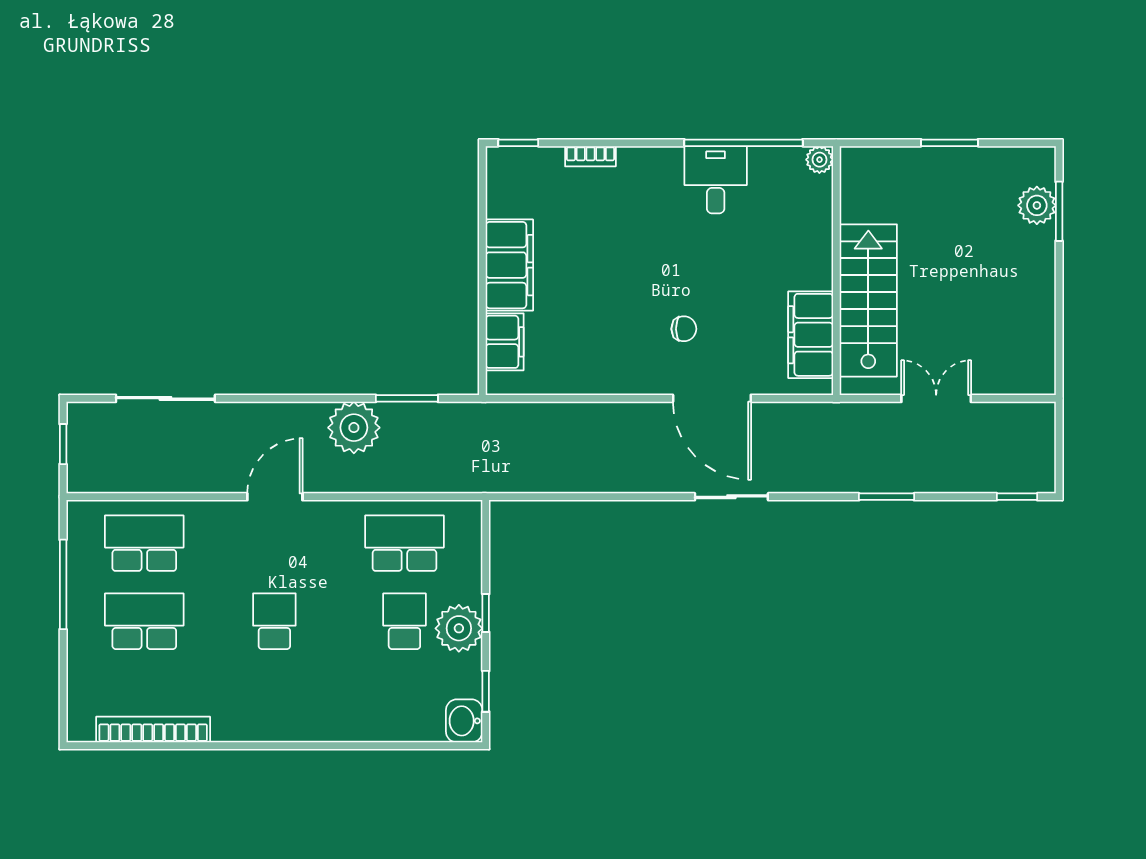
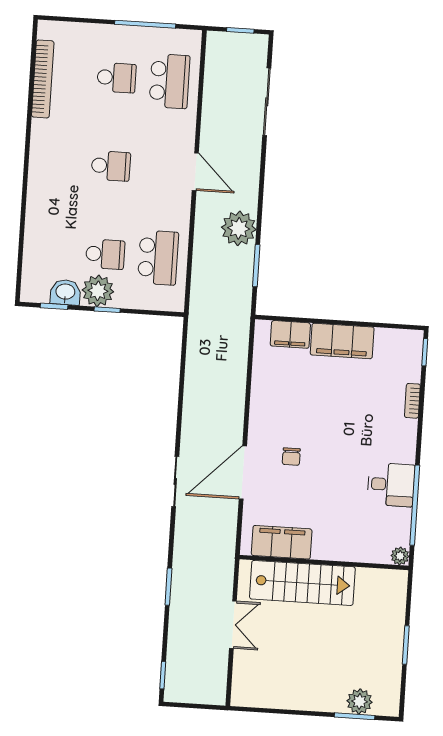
school desk: (144, 621) -> (117, 78), width x0.54
washbasin: (464, 721) -> (65, 292), moved

